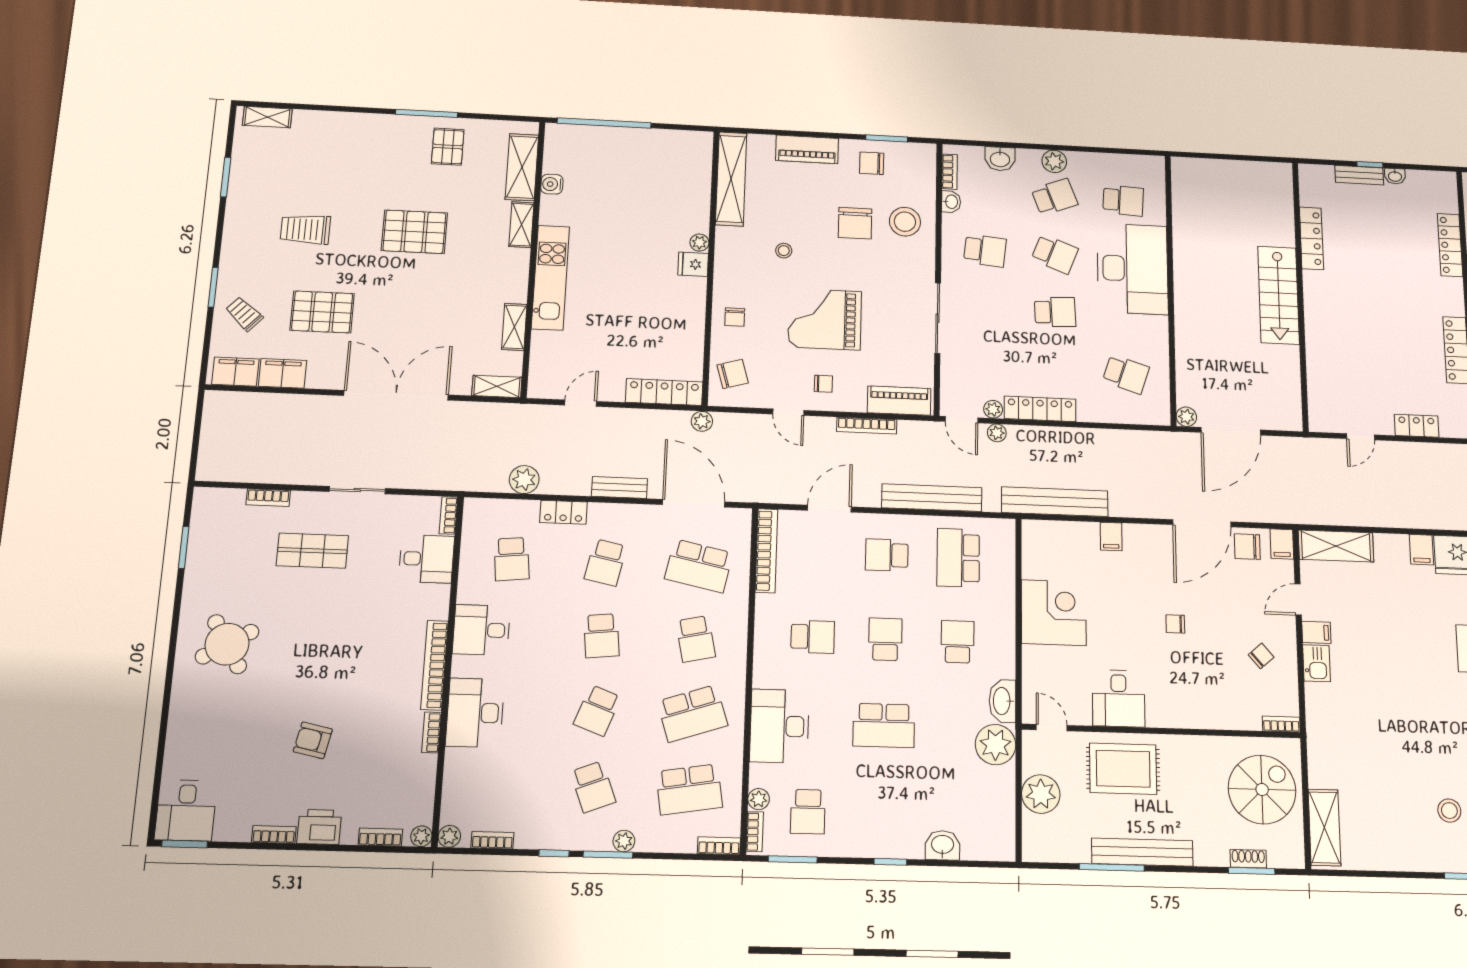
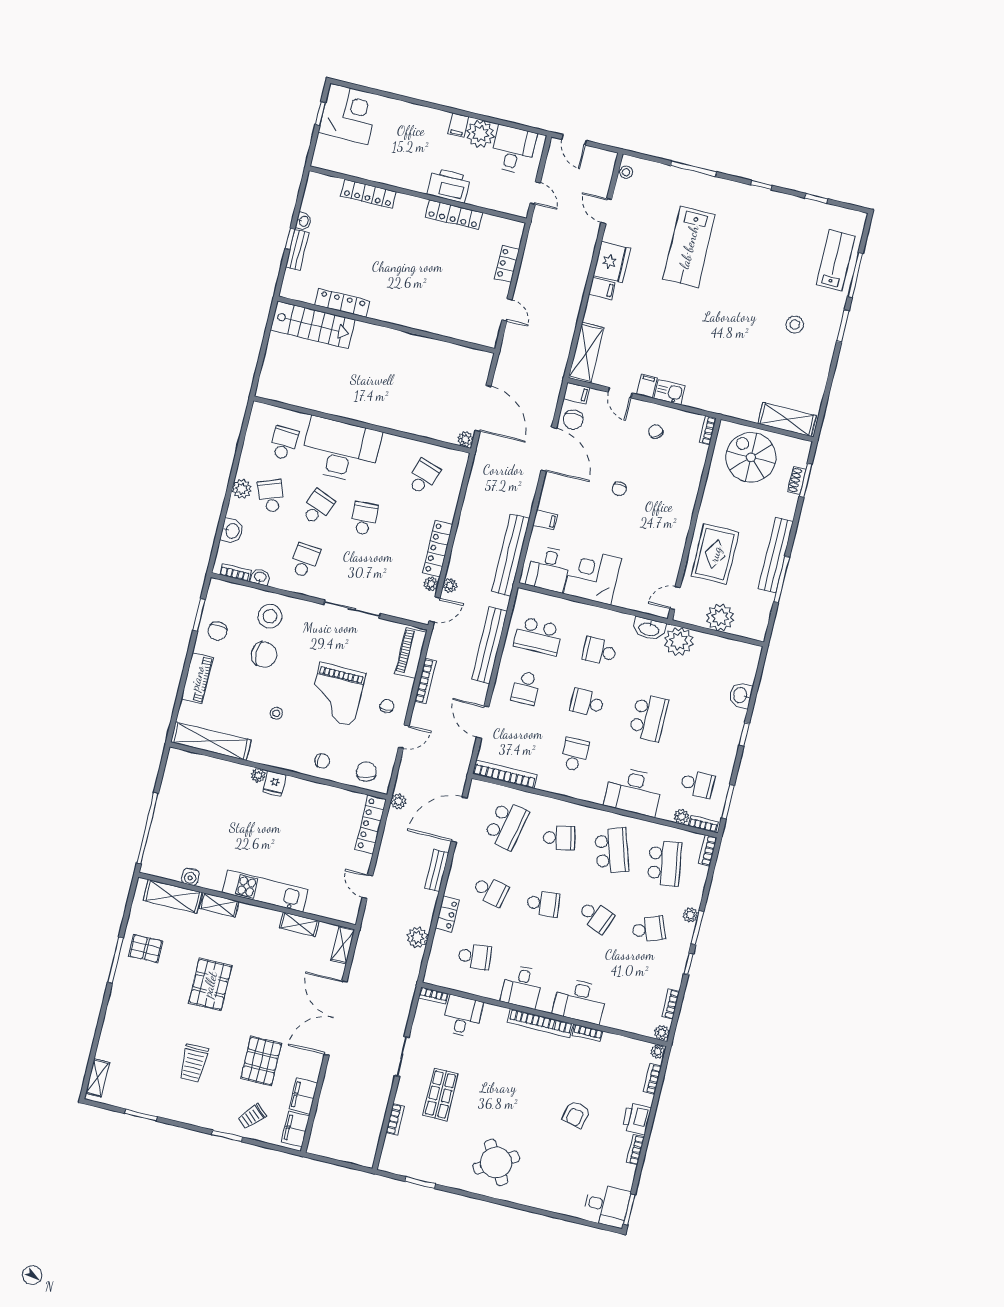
stairs: (1279, 295) -> (313, 325), moved
desk: (1119, 698) -> (549, 569), moved, turned 90

